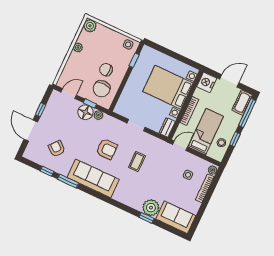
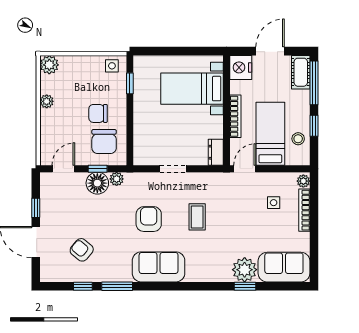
bed with nightstands: (168, 87) -> (192, 89), width x0.73
armchair: (107, 149) -> (149, 219), turned -90
sofa: (93, 178) -> (159, 267), width x0.73

